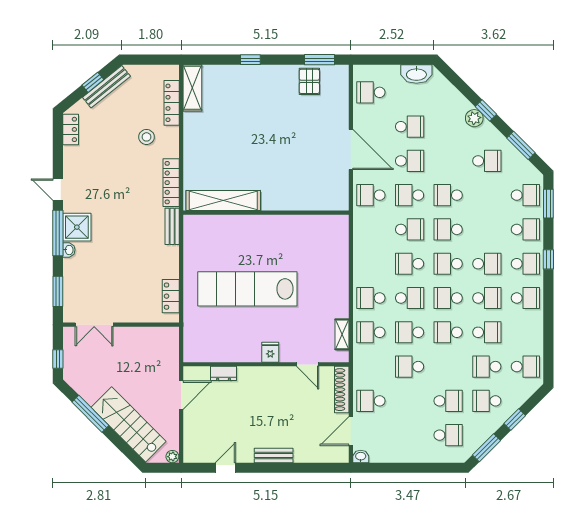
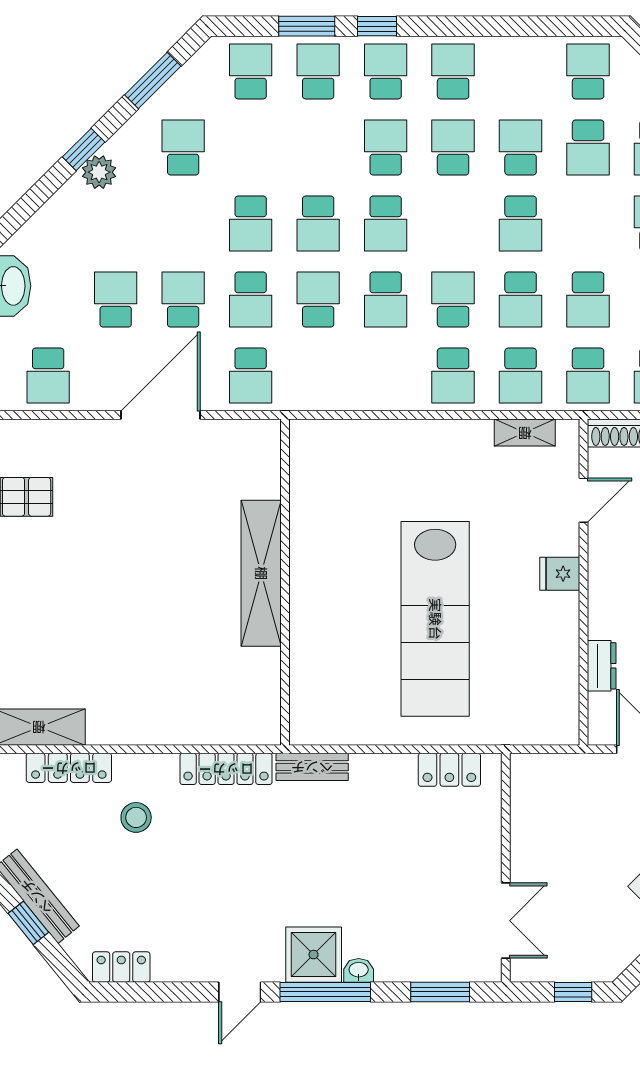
shelving: (223, 201) -> (261, 573), moved
window: (548, 204) -> (307, 26), moved
school desk: (448, 298) -> (588, 376), moved

